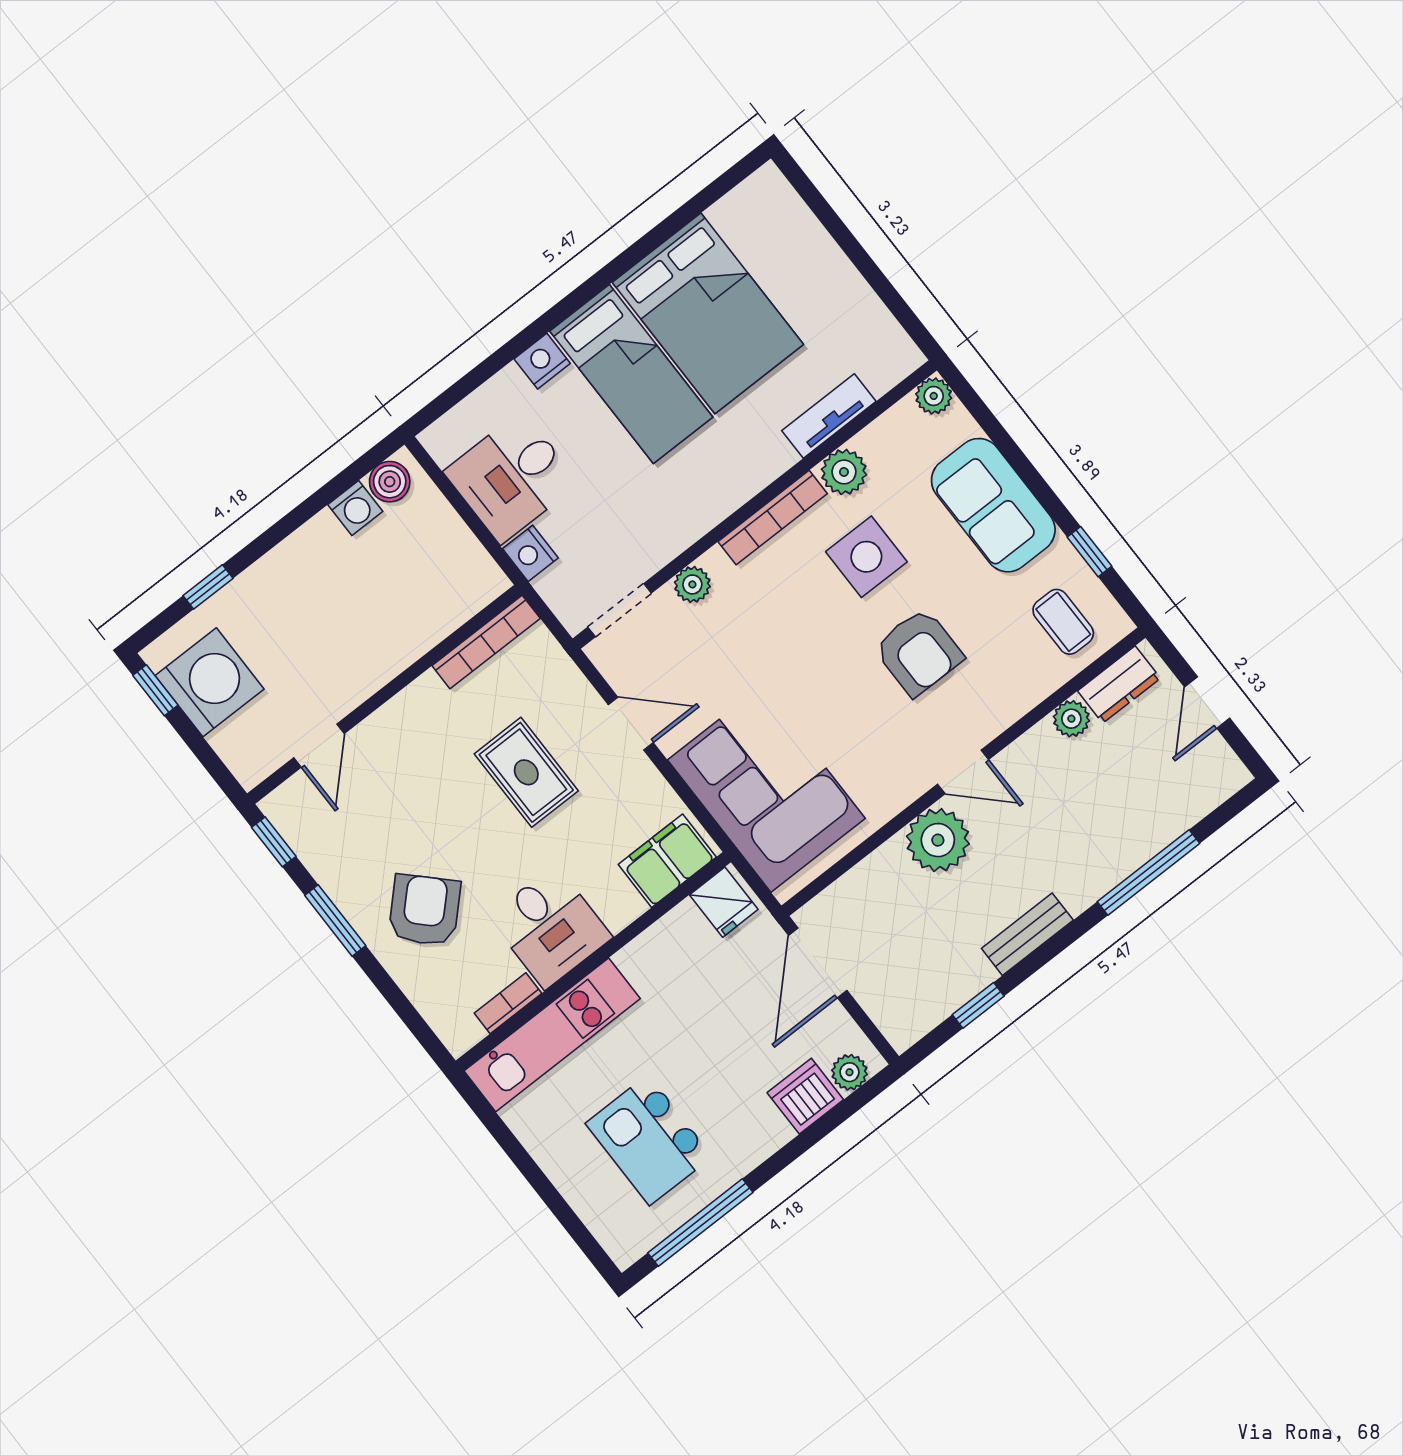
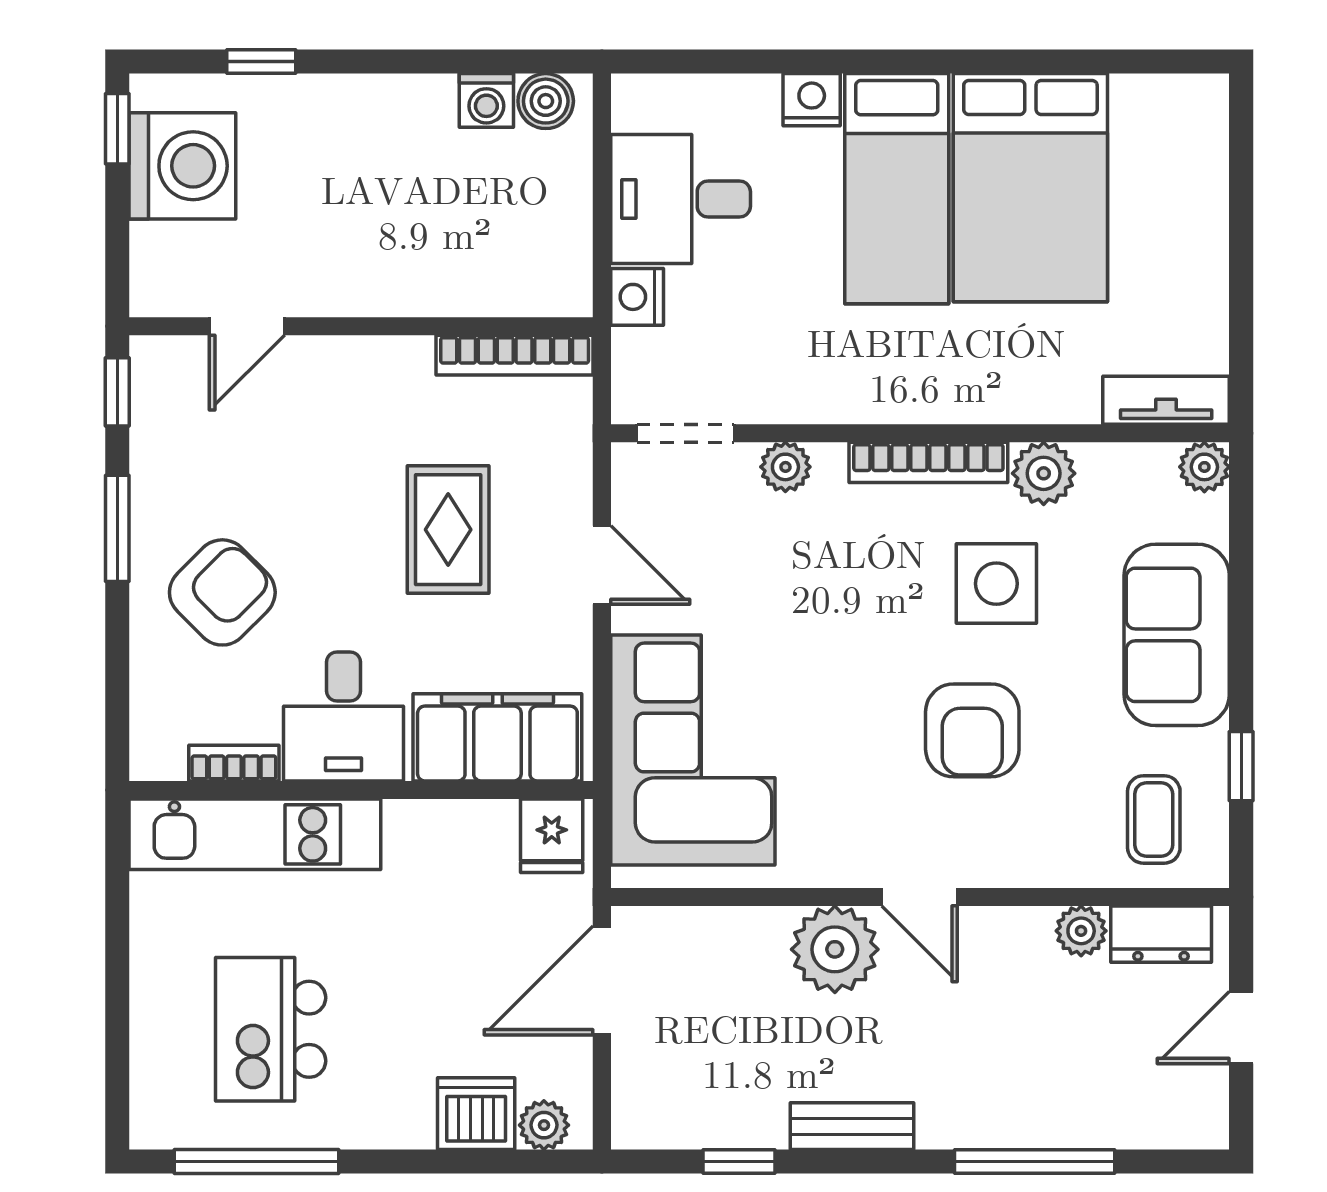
tv unit: (829, 416) -> (1166, 400), moved
filing cabinet: (667, 861) -> (497, 737), width x1.50, depth x1.17

